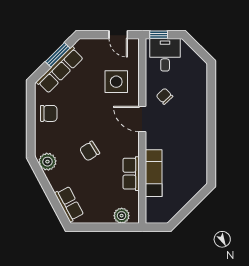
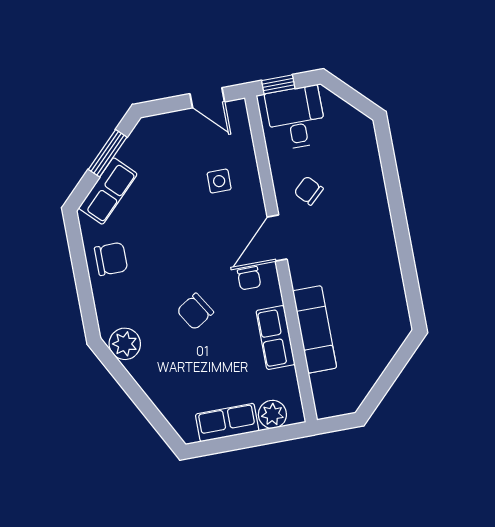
row of seats: (60, 70) -> (108, 191), width x0.68
side table: (116, 82) -> (219, 181), width x0.54, depth x0.54
door: (142, 119) -> (277, 238), hinge flipped
chair: (123, 138) -> (249, 278), added
row of seats: (69, 204) -> (227, 423), moved, turned -62

